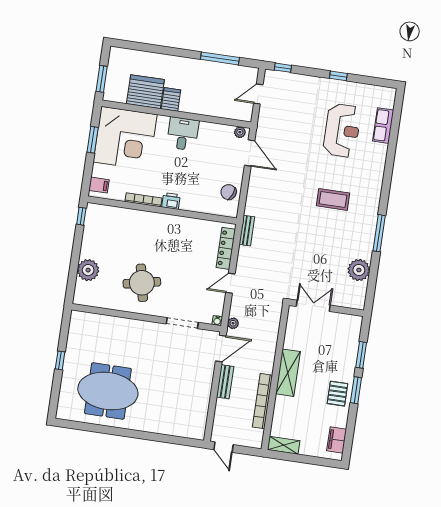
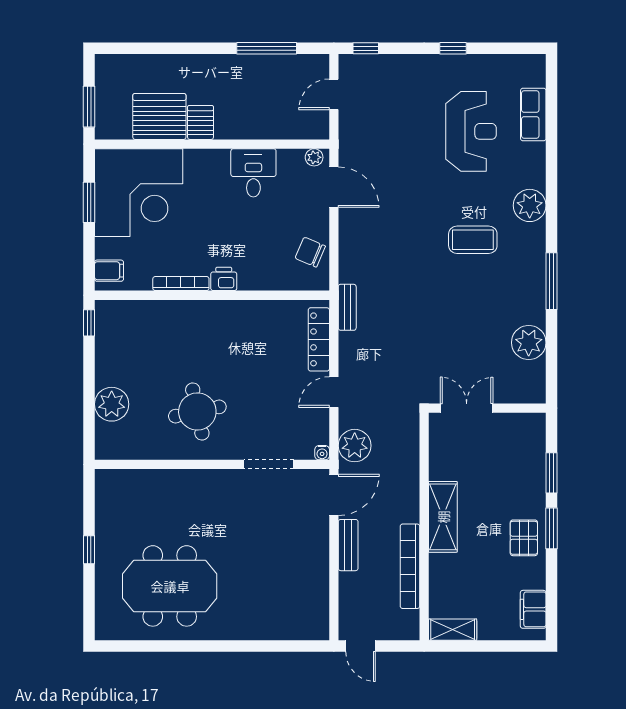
desk: (183, 134) -> (253, 173), moved
plant: (372, 183) -> (530, 205), added
plant: (233, 323) -> (355, 446), width x1.88, depth x1.88

